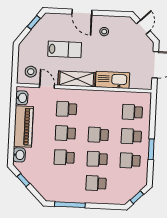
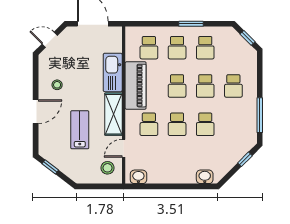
piano: (23, 126) -> (136, 86), moved, turned 90
window: (23, 180) -> (245, 159), moved

